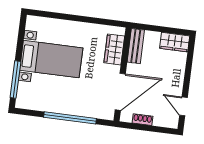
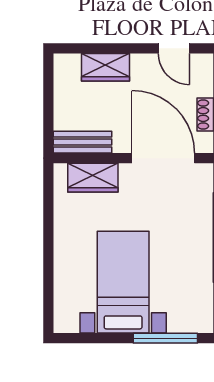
wardrobe: (175, 42) -> (106, 67), moved, turned 90
door: (183, 106) -> (174, 48), hinge flipped

